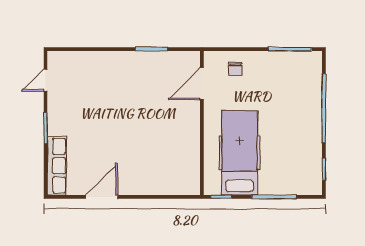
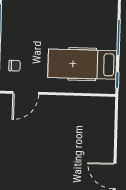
door: (202, 84) -> (26, 93), hinge flipped

